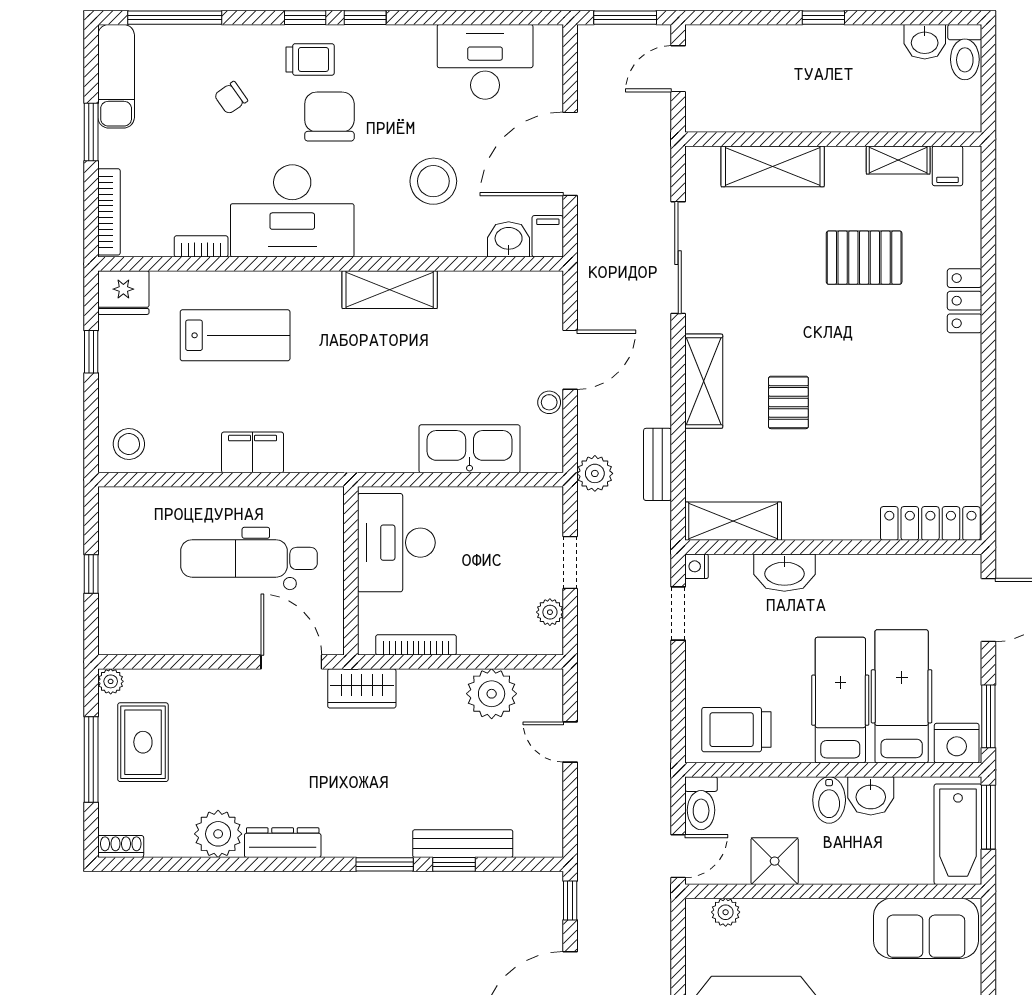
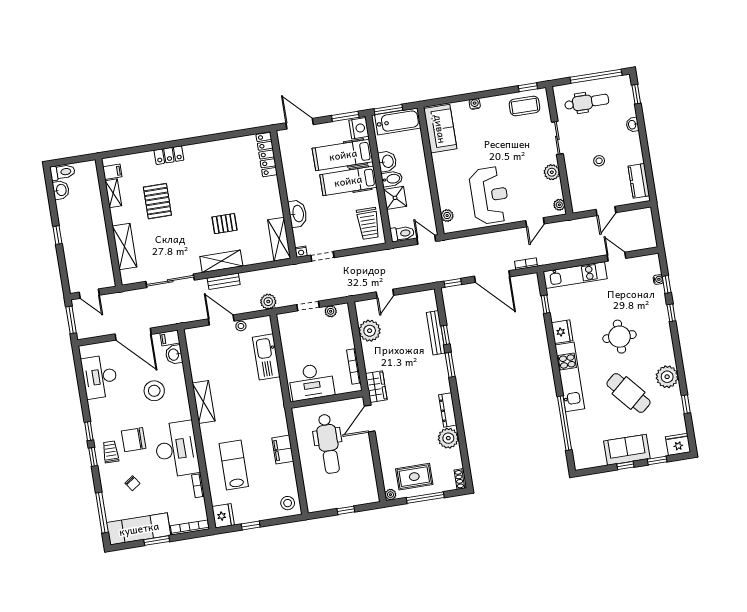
exam couch: (116, 76) -> (139, 529), width x1.36, depth x1.45
bench: (658, 464) -> (224, 281), moved
shower: (775, 861) -> (395, 198), moved

